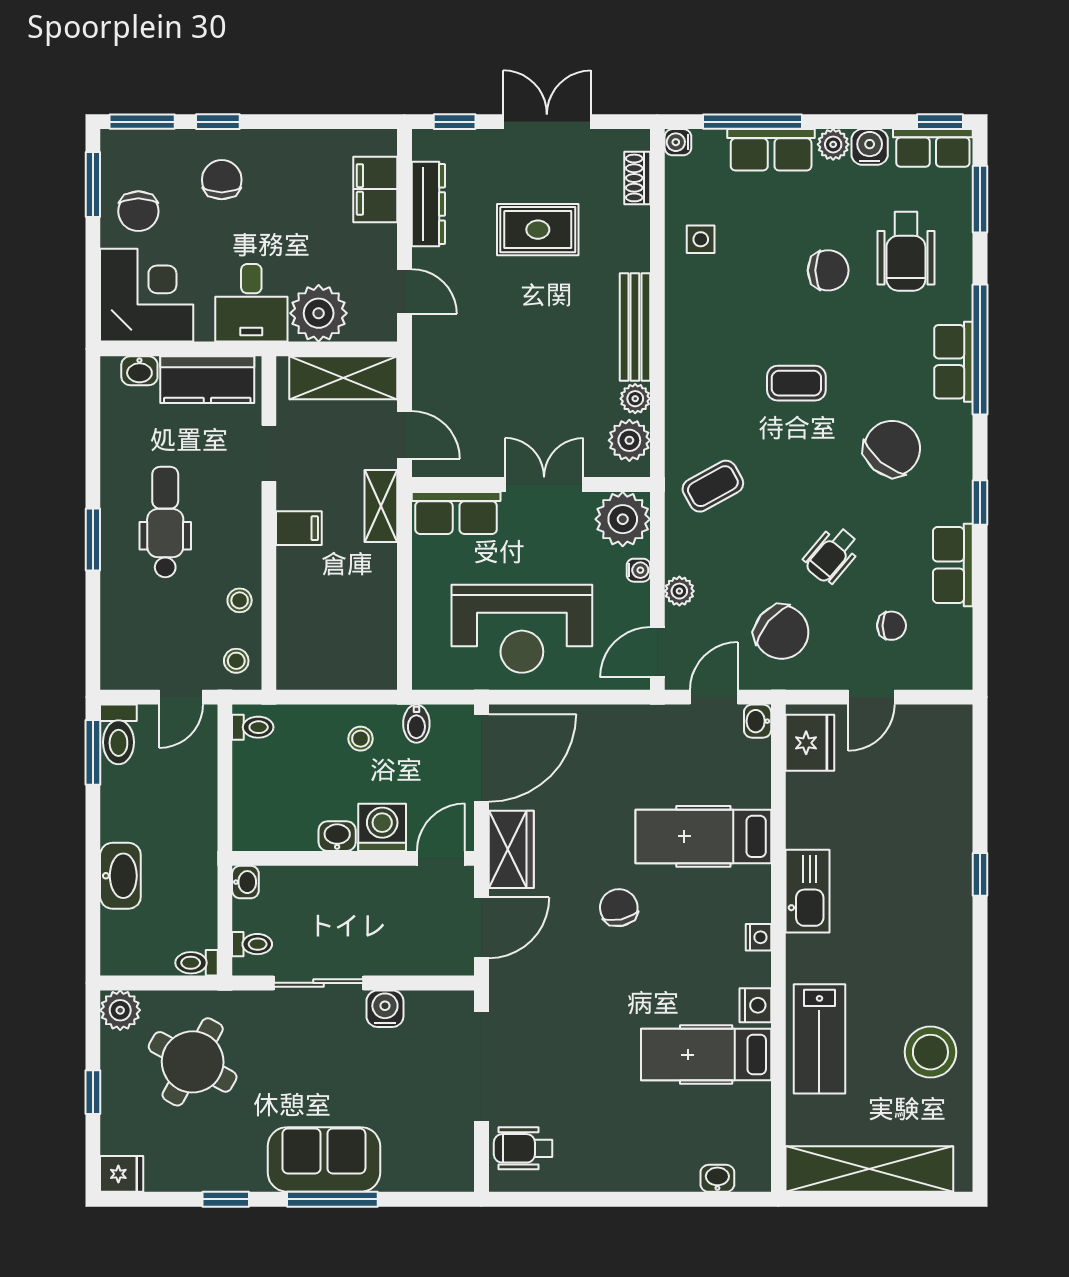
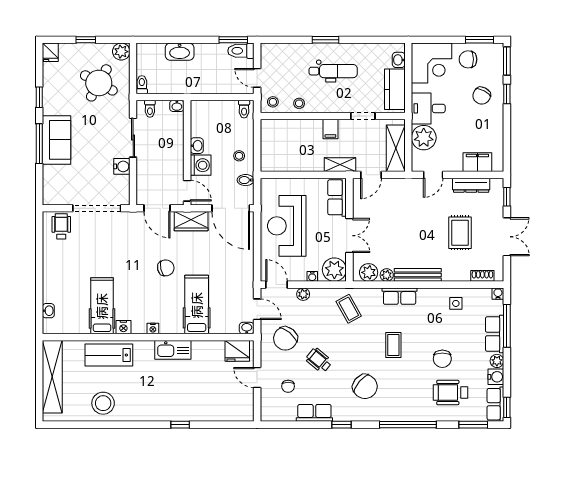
chair: (222, 180) -> (482, 96), turned 118
row of seats: (953, 362) -> (400, 296), moved, turned 180

